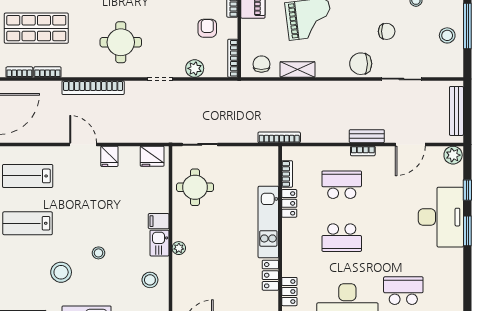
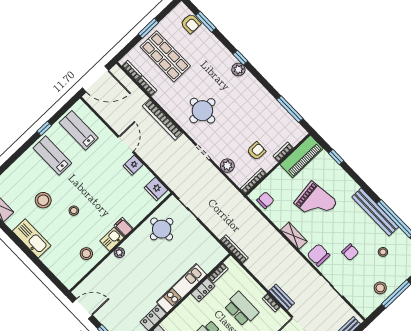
shelving: (298, 70) -> (294, 236), moved

